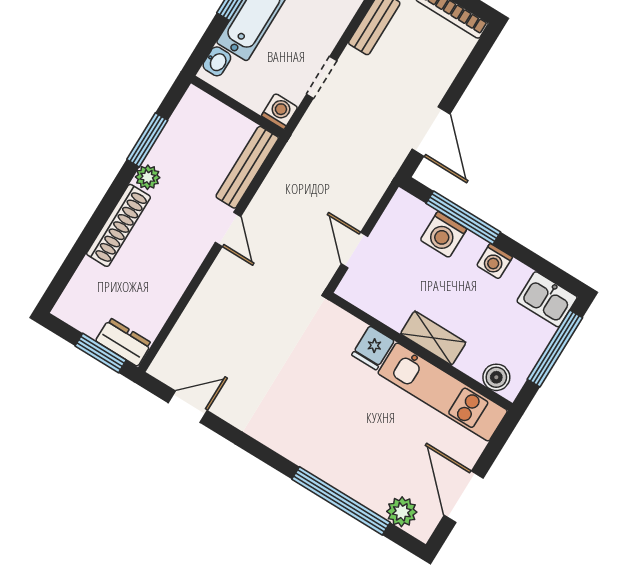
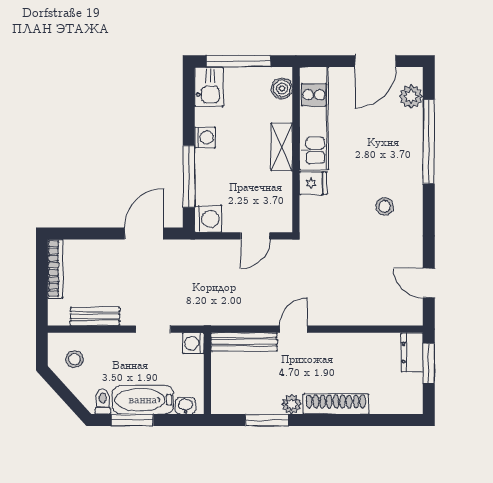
washing machine: (444, 234) -> (208, 219), moved
stool: (300, 410) -> (385, 206), added

